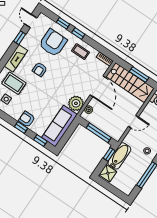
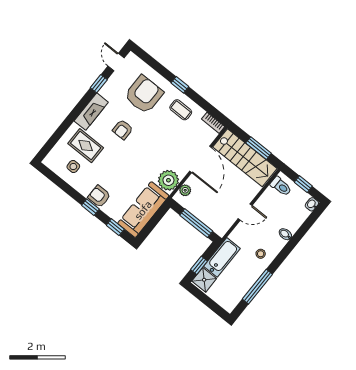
window: (63, 23) -> (160, 69), removed
window: (109, 154) -> (199, 265), moved

